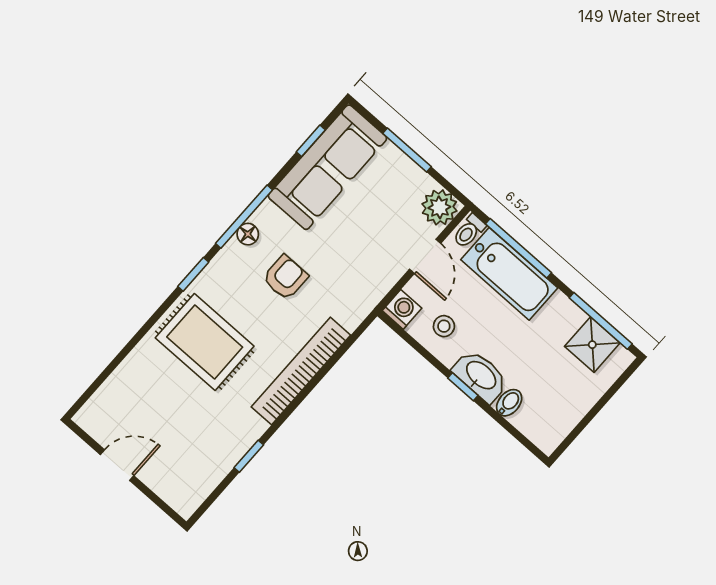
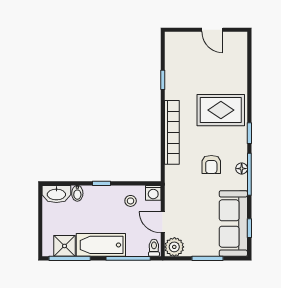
bathtub: (509, 274) -> (101, 245), moved
washbasin: (481, 376) -> (56, 194), moved
door: (117, 465) -> (212, 30), hinge flipped

